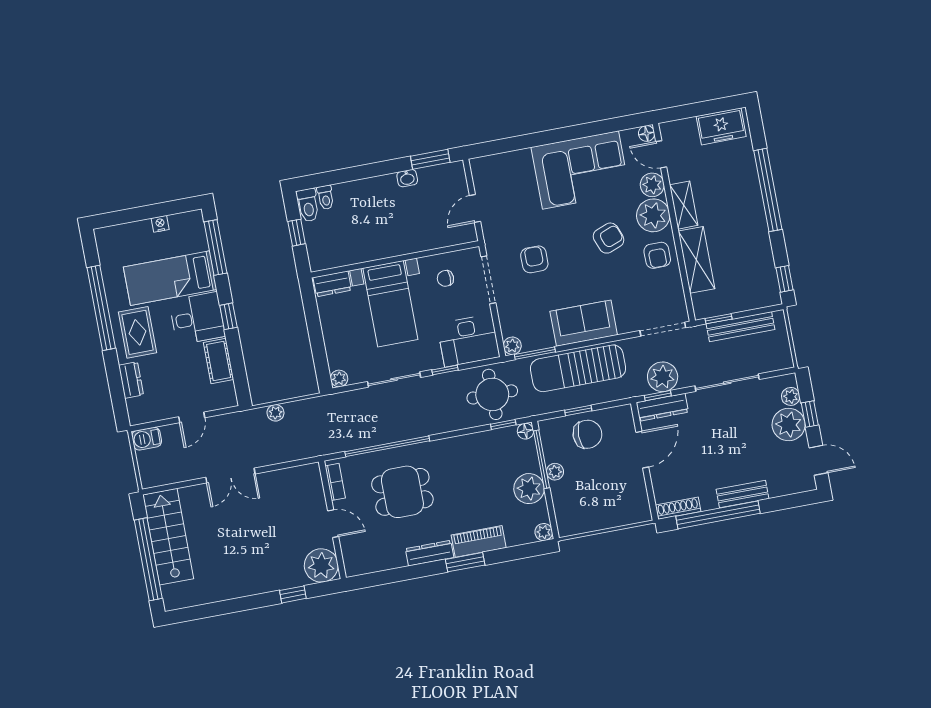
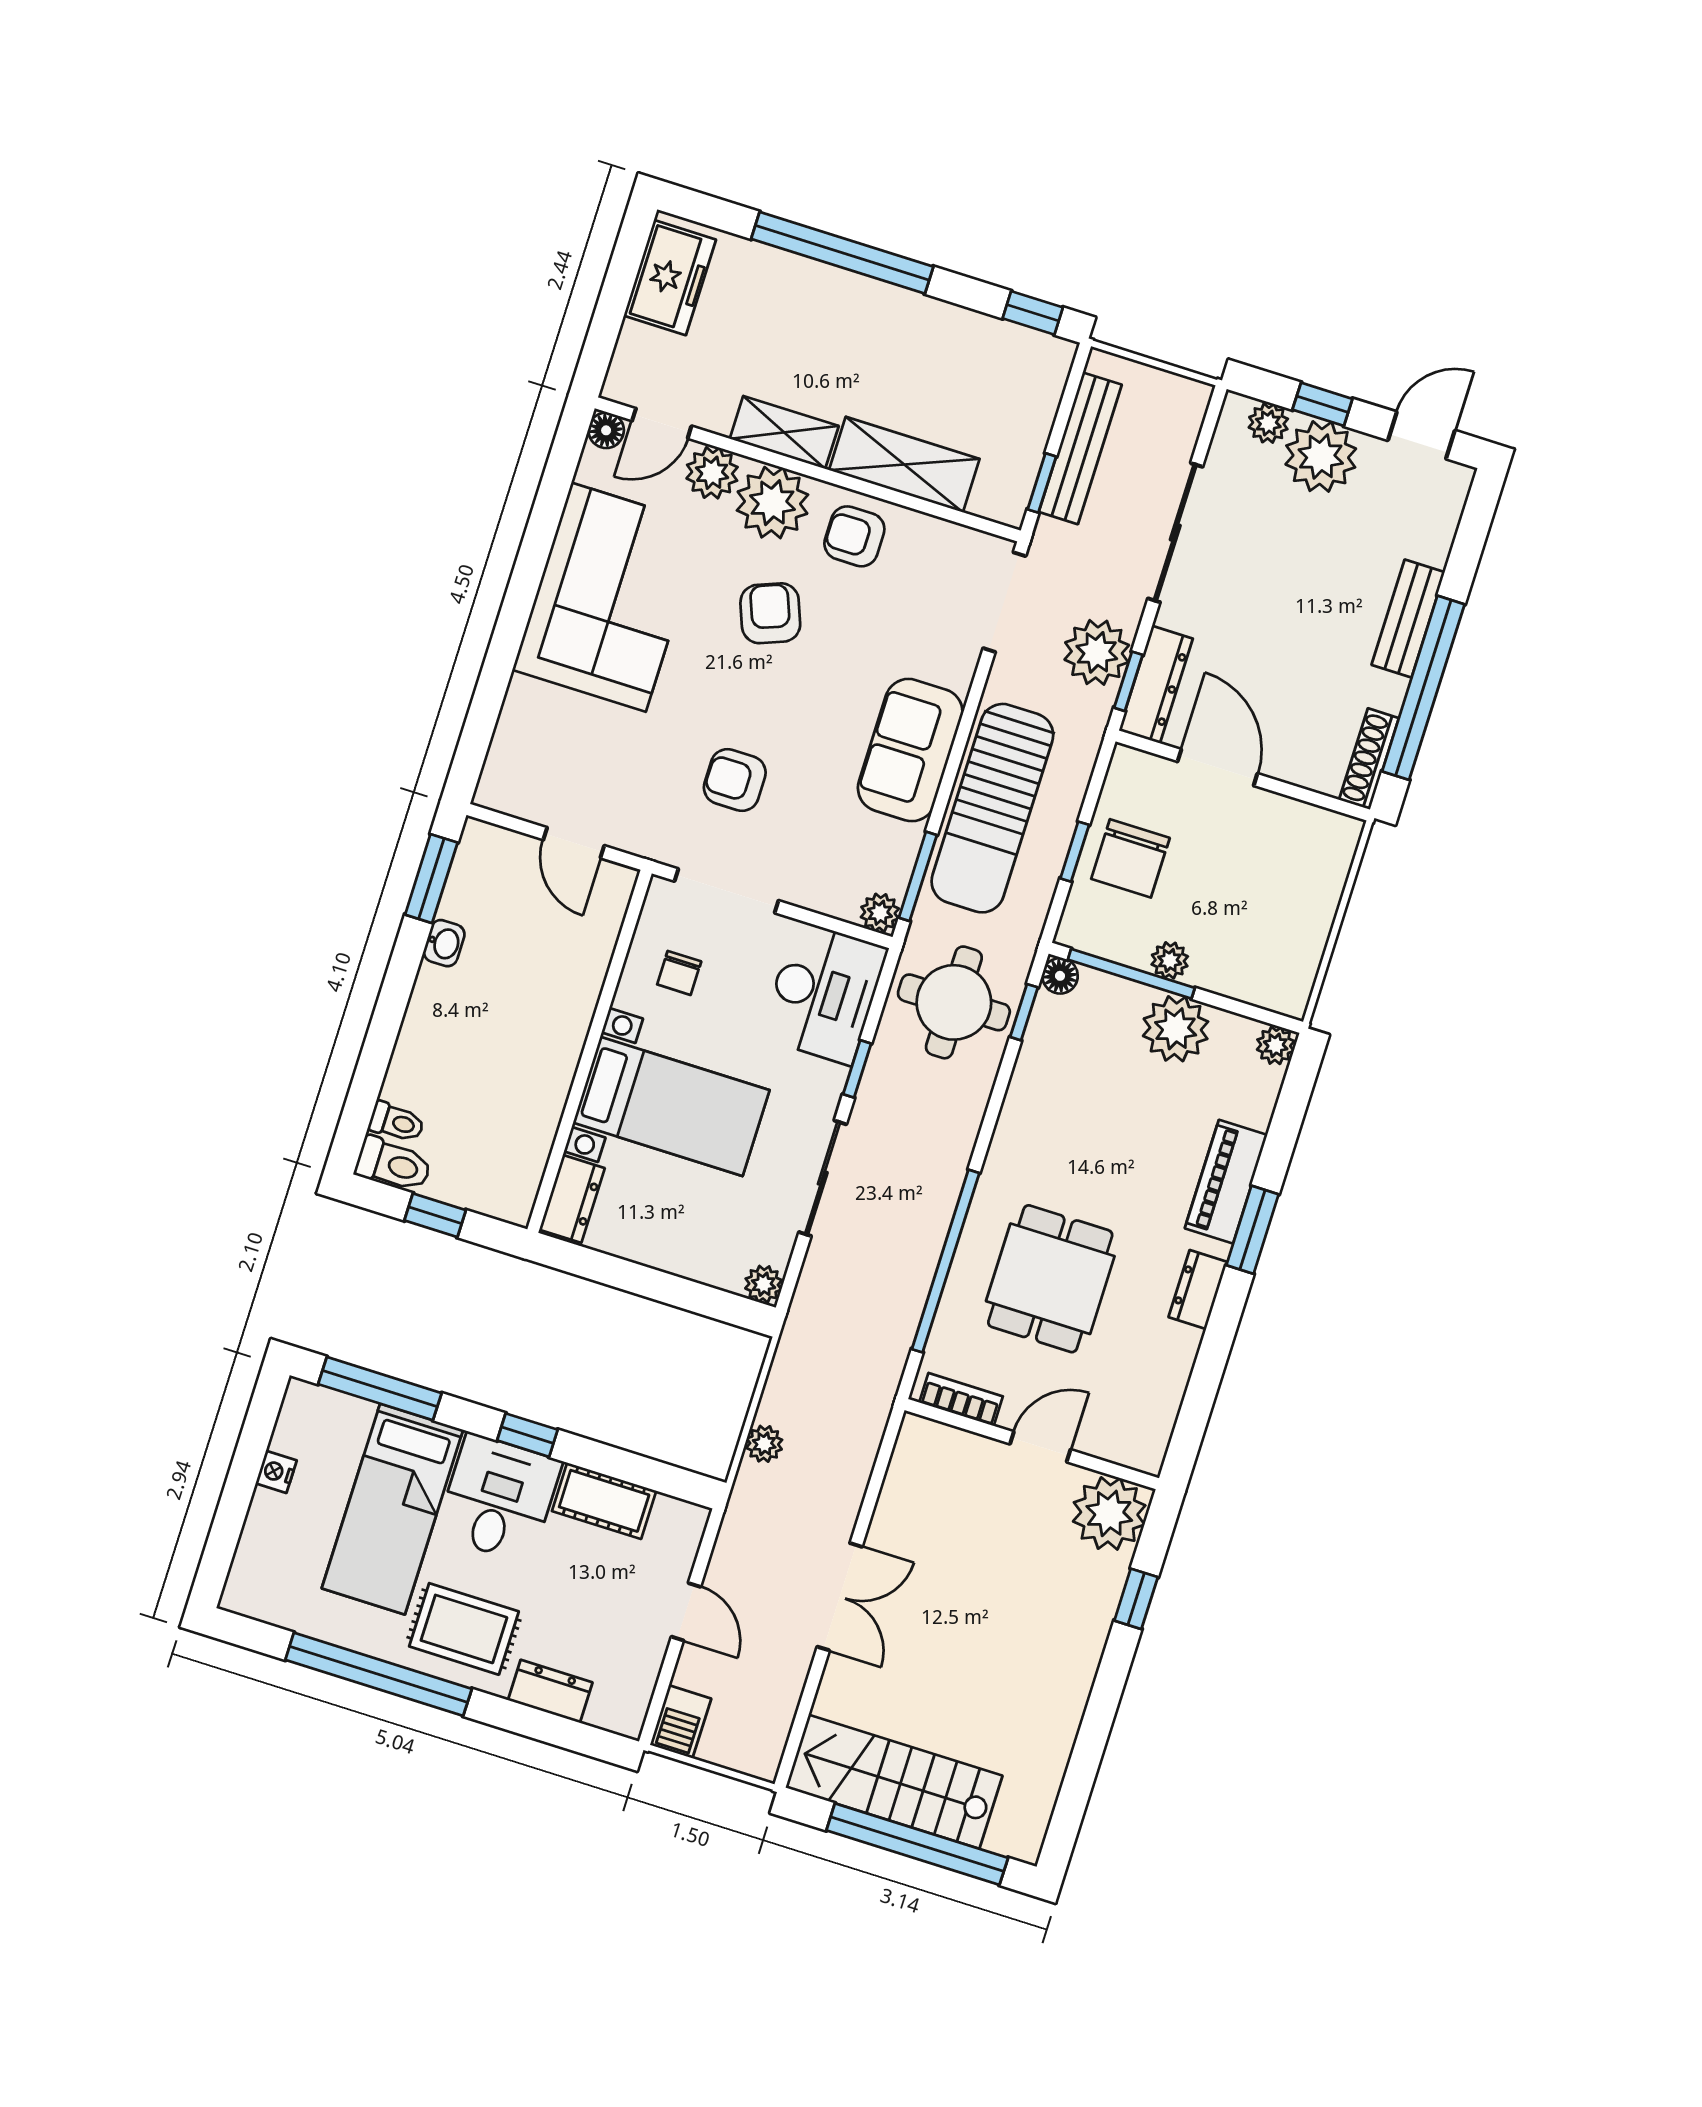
armchair: (657, 255) -> (854, 536), turned 180
chair: (587, 434) -> (1130, 858), turned 180
dresser: (430, 553) -> (1198, 1290), width x0.70

